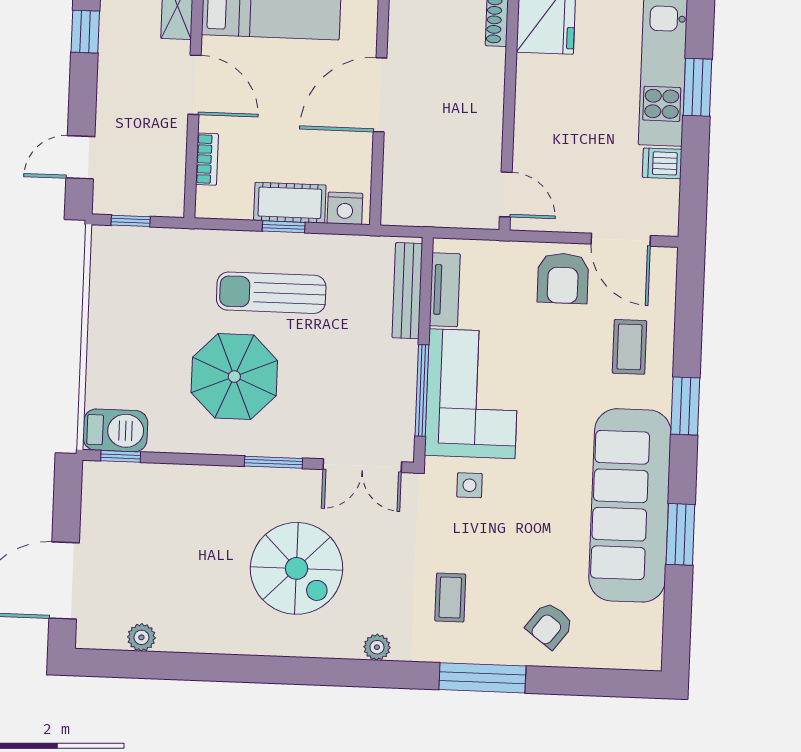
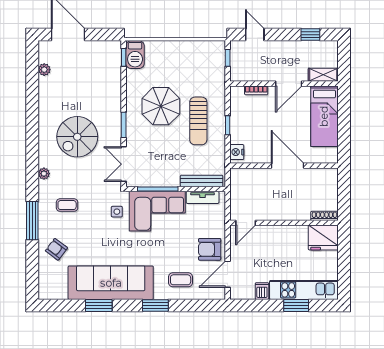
cot: (290, 203) -> (238, 128), removed
sun lounger: (271, 293) -> (198, 121), turned 180

